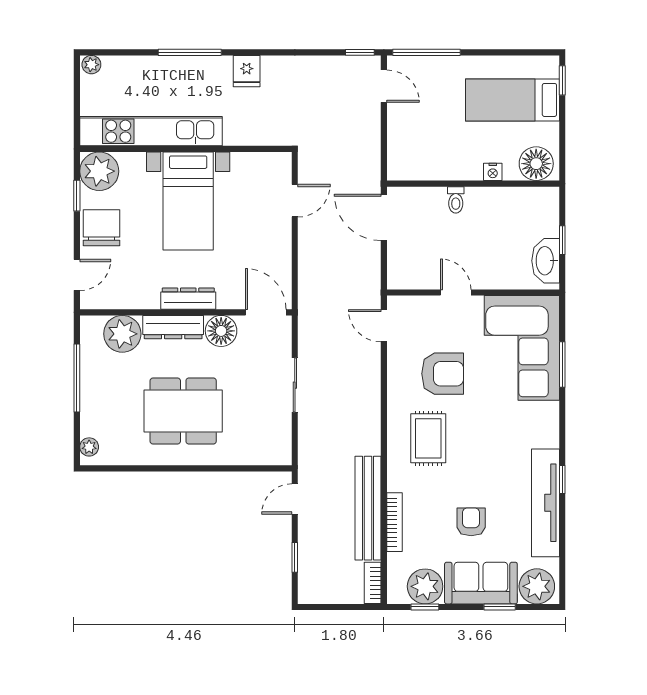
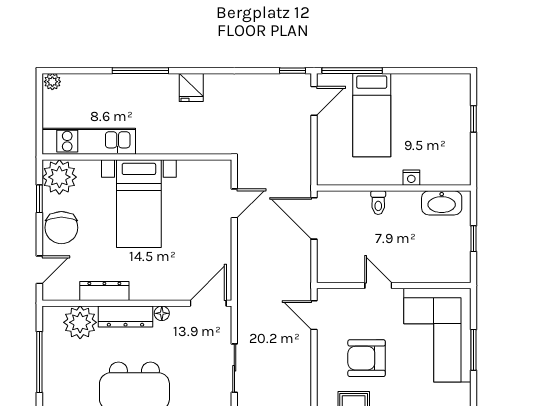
window: (562, 80) -> (473, 119), moved
door: (384, 86) -> (314, 101), hinge flipped
bed: (512, 100) -> (372, 115), moved, turned -90
kitchen unit: (151, 131) -> (89, 141), width x0.73
floor lamp: (536, 164) -> (450, 170), removed
chair: (102, 228) -> (61, 228), turned 180
washbasin: (546, 261) -> (442, 203), moved, turned -90
dresser: (188, 299) -> (104, 291), moved
door: (266, 312) -> (208, 303), hinge flipped
floor lamp: (221, 331) -> (162, 313), width x0.53, depth x0.53
armchair: (443, 374) -> (367, 358), turned 180

